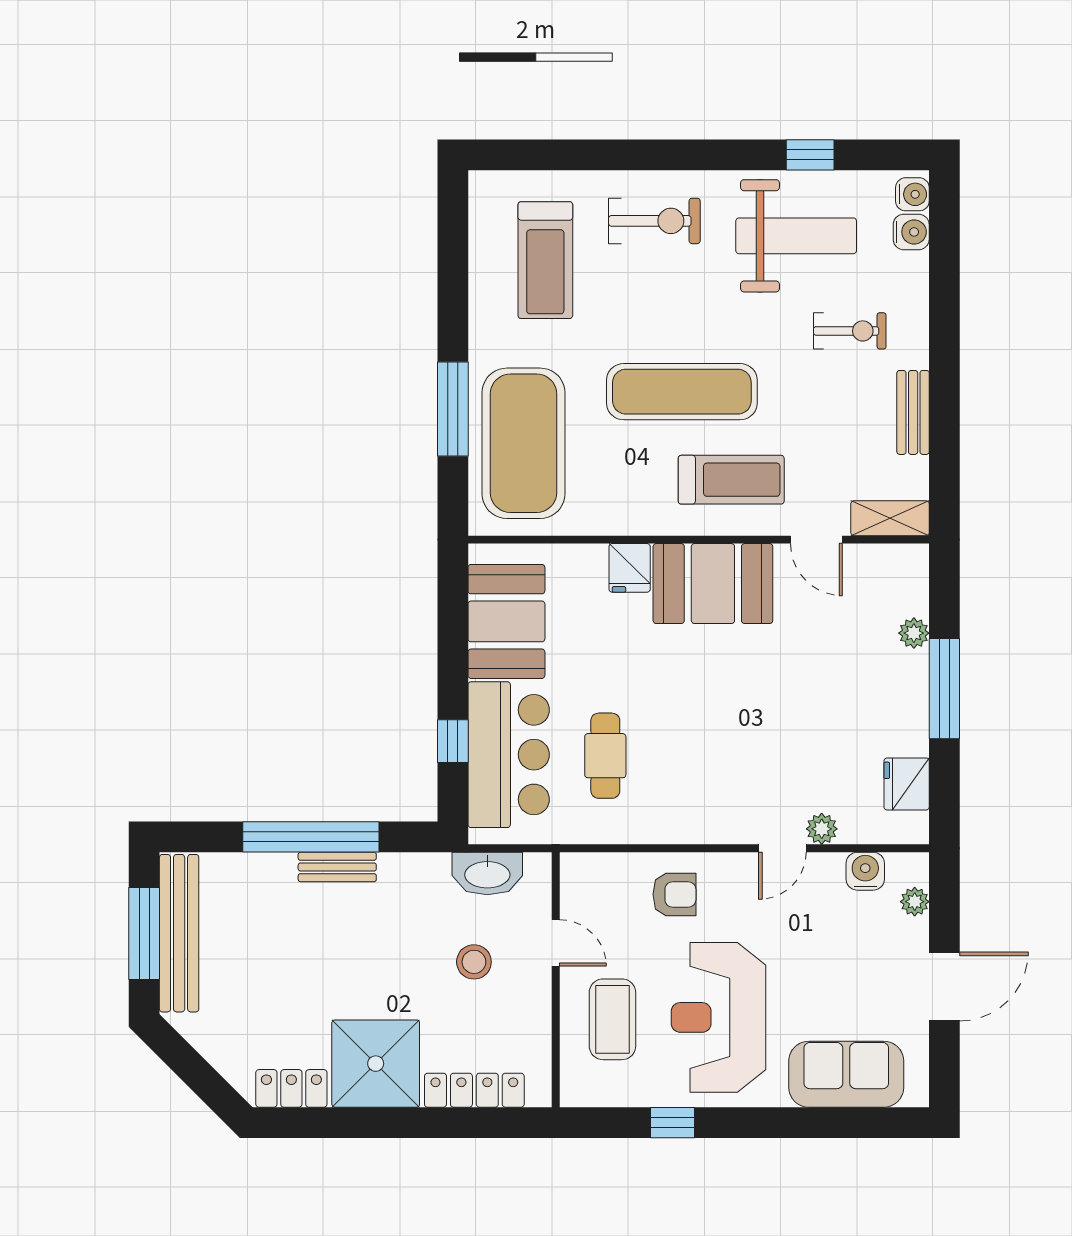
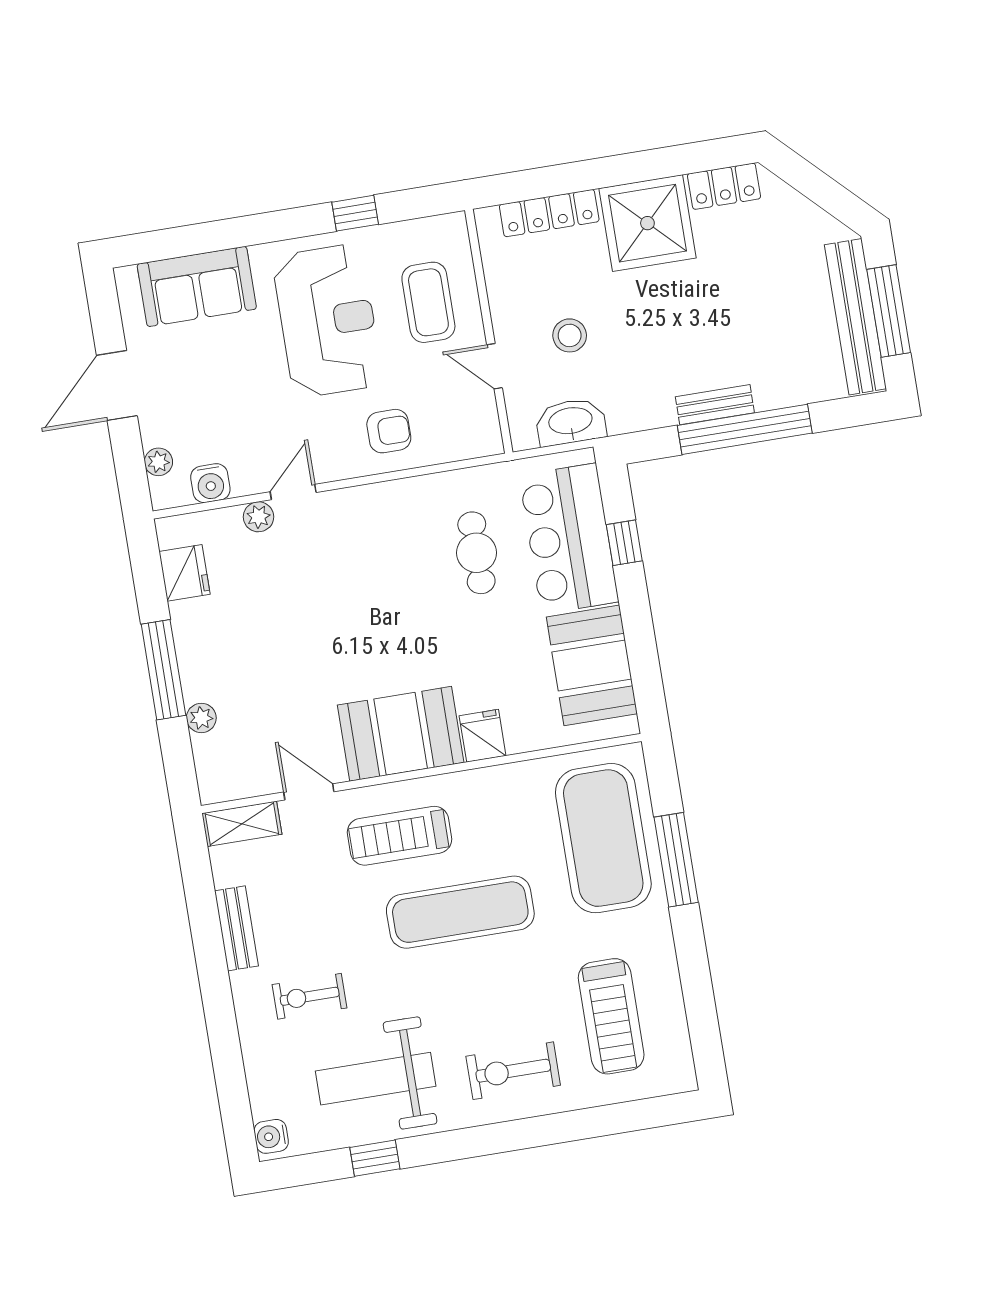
water cooler: (911, 232) -> (266, 1100), removed
treadmill: (545, 260) -> (611, 1016), turned 180
armchair: (674, 894) -> (389, 431), turned 180

